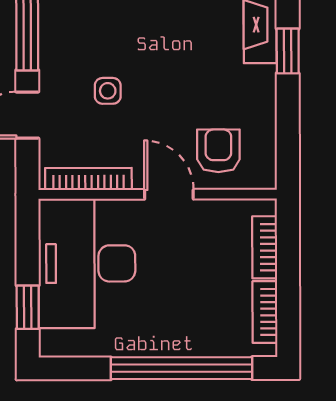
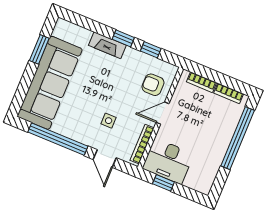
window: (288, 117) -> (151, 50), added
desk: (87, 263) -> (168, 161), width x0.73, depth x0.77
window: (28, 307) -> (163, 183), moved

